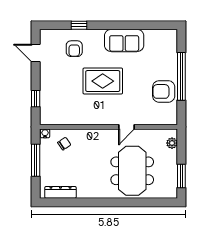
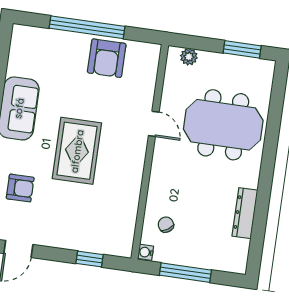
dresser: (60, 192) -> (245, 213), moved

